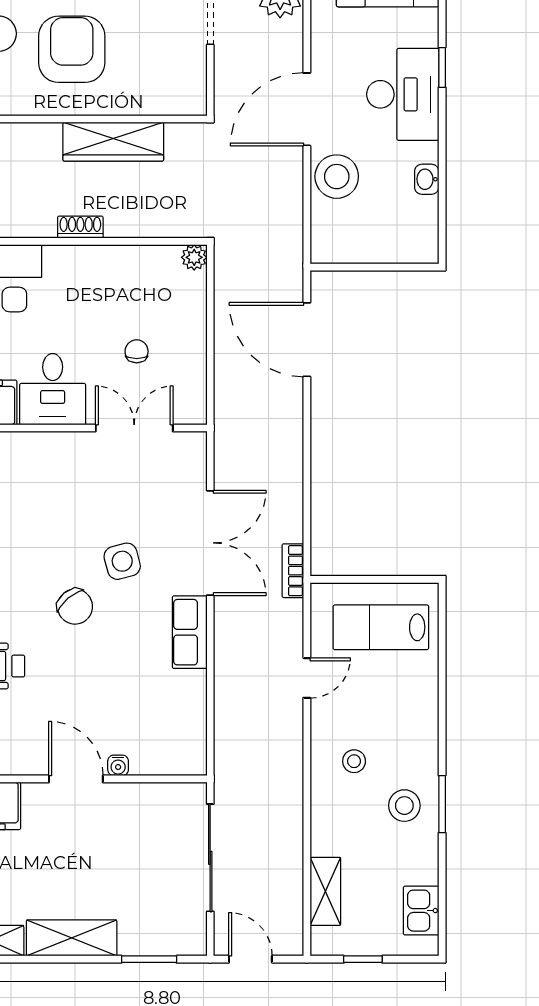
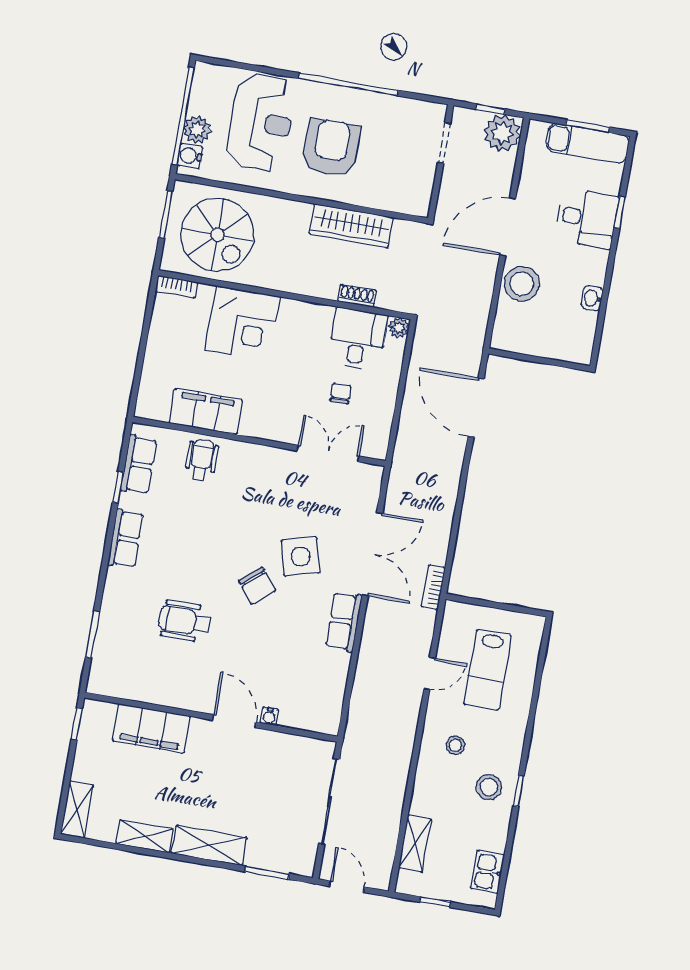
desk: (403, 94) -> (587, 218), width x0.73
shoe rack: (80, 227) -> (357, 296), moved
desk: (53, 389) -> (358, 339), moved, turned 180
side table: (122, 561) -> (301, 556), width x1.37, depth x1.37
lab bench: (381, 627) -> (488, 670), moved, turned -90
window: (442, 804) -> (519, 791), width x0.67

